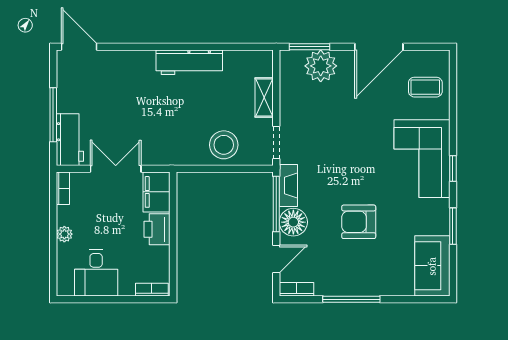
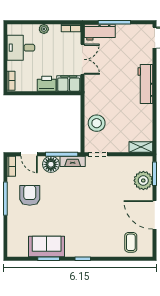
workbench: (189, 62) -> (145, 84), moved
shelving: (264, 97) -> (141, 147), moved
corner sofa: (422, 159) -> (89, 240), removed
armchair: (359, 222) -> (30, 195), moved
sofa: (432, 266) -> (47, 246), moved

